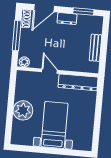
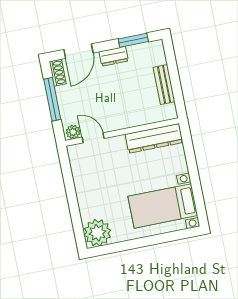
door: (50, 71) -> (93, 138), moved
plant: (23, 110) -> (97, 233), moved
bed with nightstands: (54, 125) -> (163, 206), moved, turned -90

